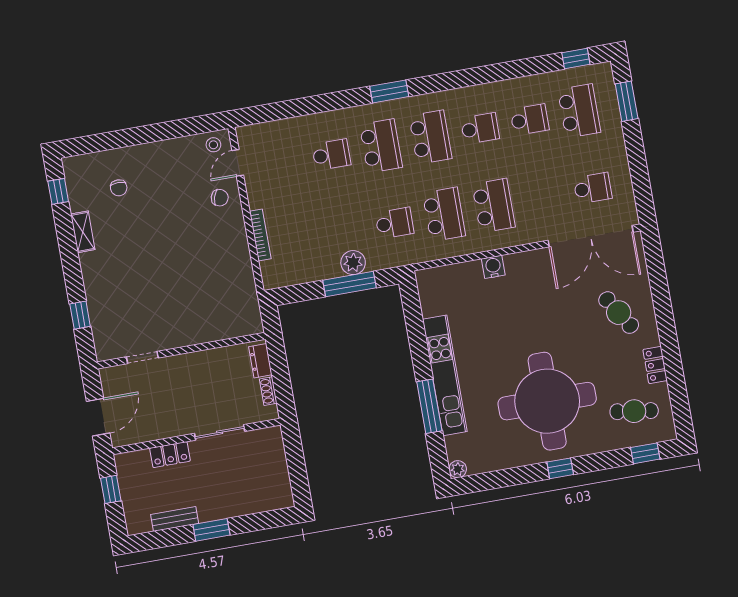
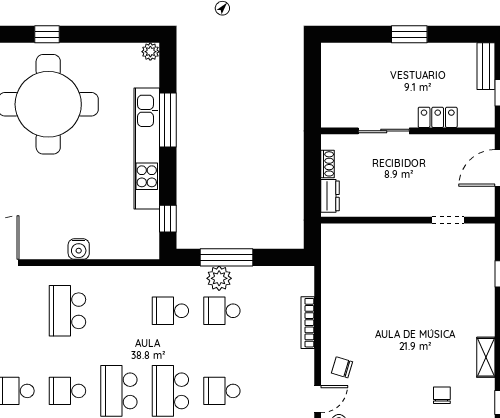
school desk: (444, 214) -> (222, 311), moved, width x0.54
window: (413, 311) -> (168, 219), added
bench: (175, 519) -> (486, 66), moved, turned 90

